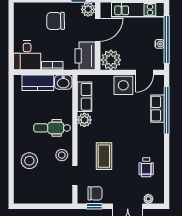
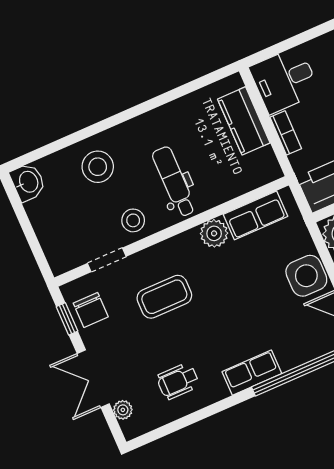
washbasin: (63, 82) -> (28, 182), moved, turned 180
row of seats: (157, 109) -> (252, 373), moved

